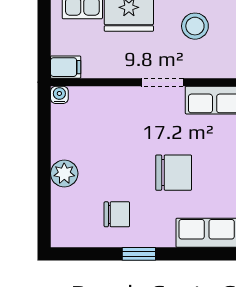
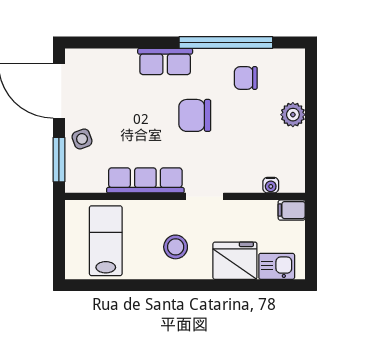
water cooler: (59, 95) -> (271, 185), moved
window: (139, 254) -> (226, 42), width x3.17

